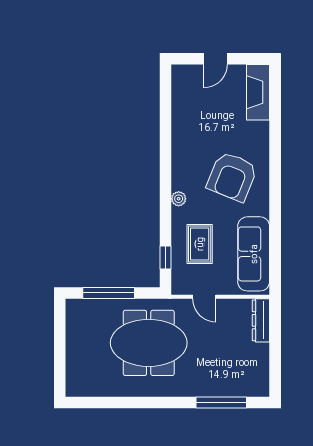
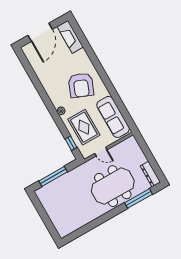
door: (216, 59) -> (40, 32), width x1.87
rug: (200, 244) -> (84, 127), width x1.36, depth x1.43
dresser: (261, 320) -> (150, 174), moved
meeting table: (149, 343) -> (113, 186), moved

